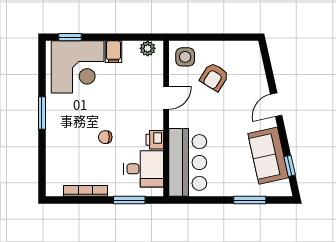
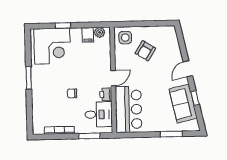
window: (70, 37) -> (63, 26), moved
filing cabinet: (113, 52) -> (88, 35), moved
door: (166, 98) -> (113, 78), moved
window: (290, 166) -> (195, 98), moved

